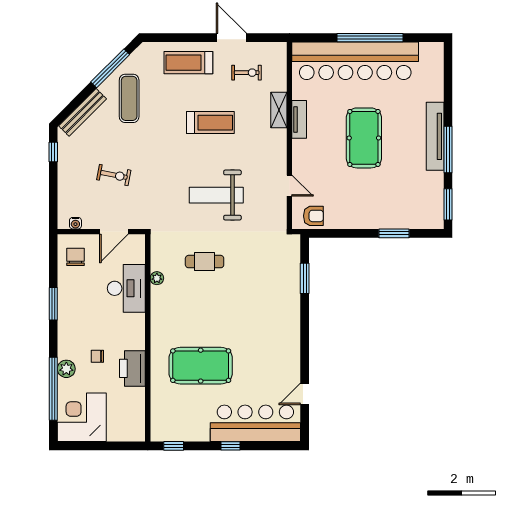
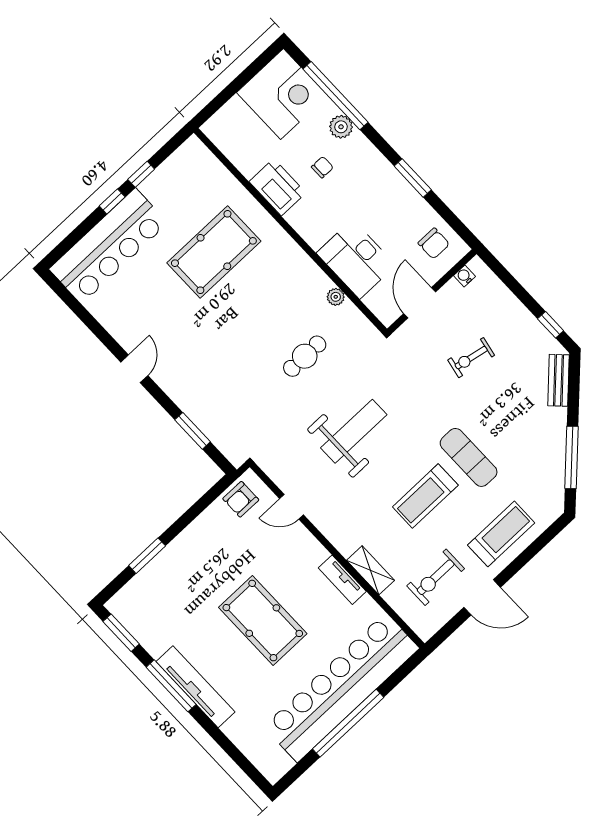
exercise bike: (247, 73) -> (436, 577), width x1.38, depth x1.39
exercise mat: (129, 98) -> (469, 457), moved
bench: (83, 112) -> (558, 380), width x0.73
door: (305, 394) -> (134, 369), moved
window: (174, 446) -> (141, 174), moved

